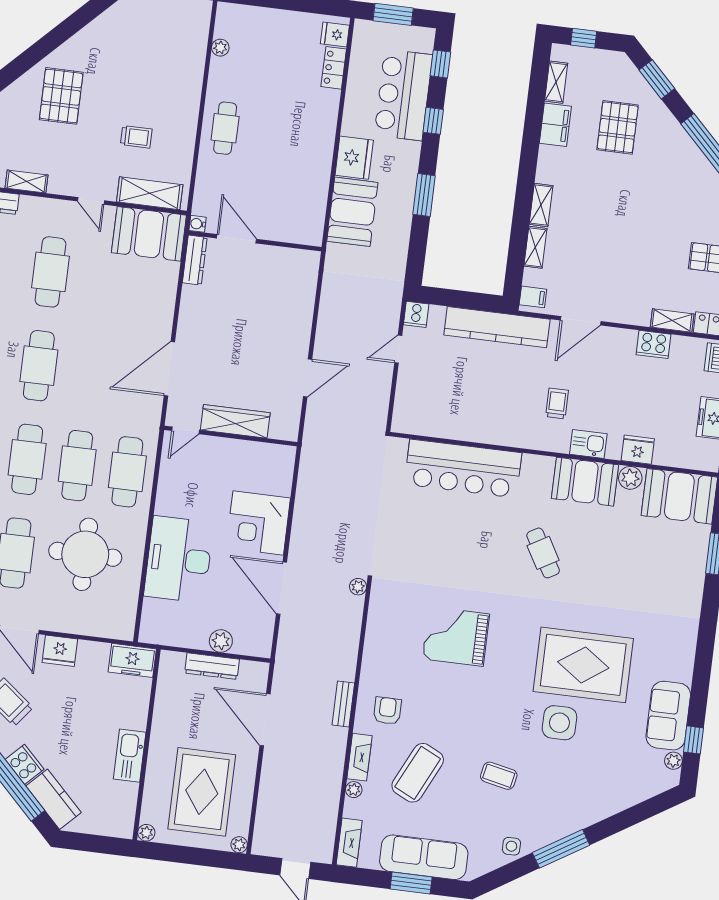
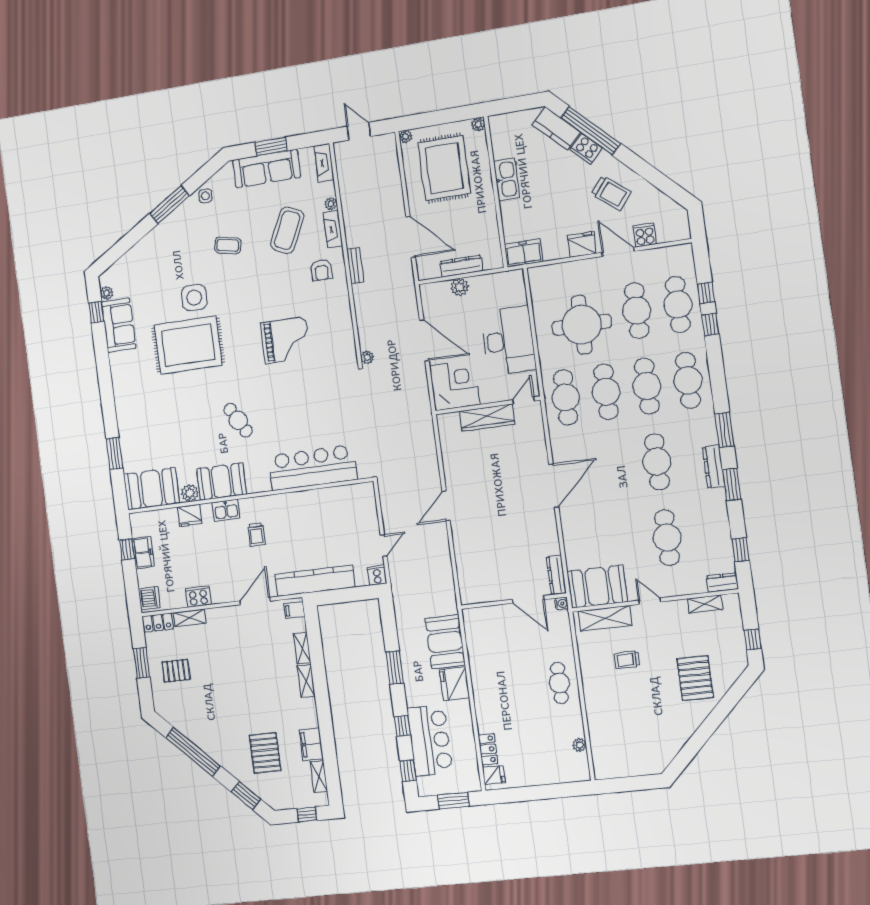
wardrobe: (235, 421) -> (487, 418), moved
door: (186, 430) -> (523, 400), moved
wall: (231, 436) -> (488, 405), moved

